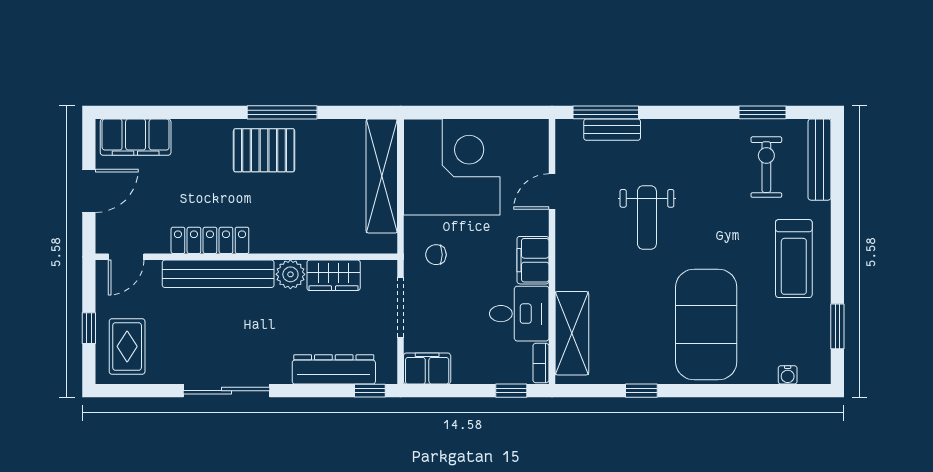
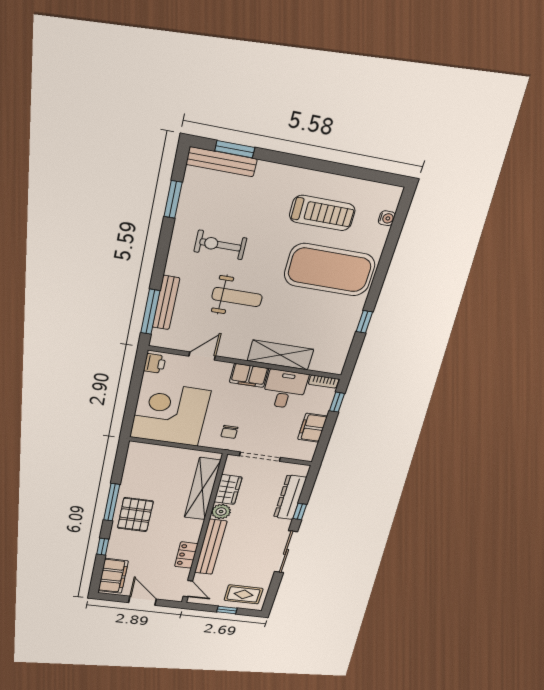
window: (193, 112) -> (103, 547), added
bench: (612, 130) -> (166, 303), width x1.36
printer: (529, 132) -> (155, 363), added
exercise bike: (766, 167) -> (220, 245), moved
shelving: (382, 176) -> (202, 489), moved, turned 90
door: (552, 191) -> (202, 356), swing flipped
locker: (210, 240) -> (186, 555), width x0.66
treadmill: (794, 259) -> (322, 213), moved
window: (837, 326) -> (235, 149), moved
shelving: (572, 333) -> (280, 355), moved
filing cabinet: (427, 369) -> (312, 428), moved
window: (370, 391) -> (300, 512), moved

